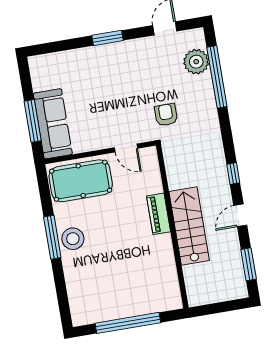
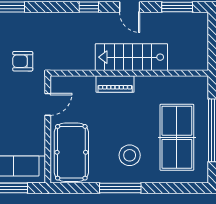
stool: (73, 239) -> (130, 155), moved
table tennis table: (114, 287) -> (177, 137), added

